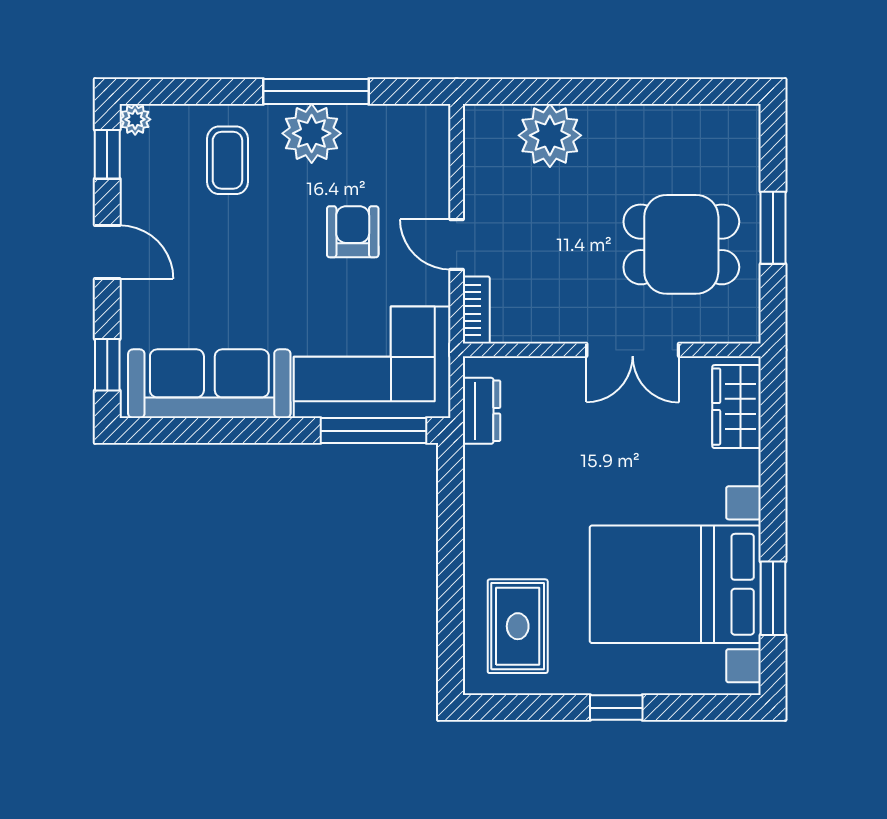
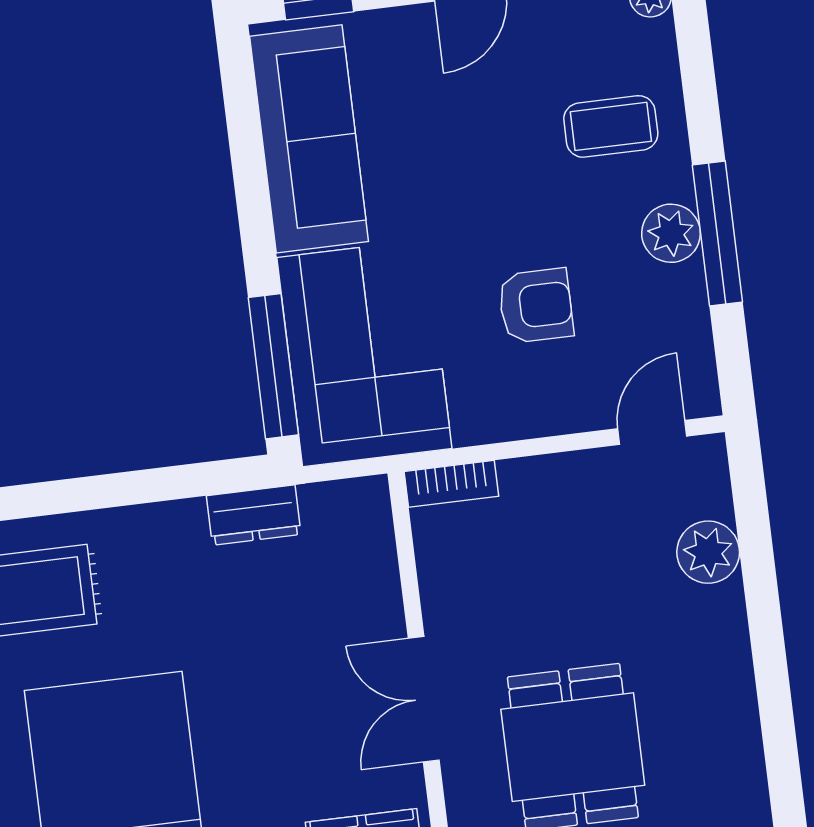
plant: (312, 133) -> (671, 233), width x0.73, depth x0.73
plant: (550, 135) -> (708, 552), width x0.73, depth x0.73
door: (457, 245) -> (652, 432), moved
dresser: (481, 411) -> (254, 515), moved

